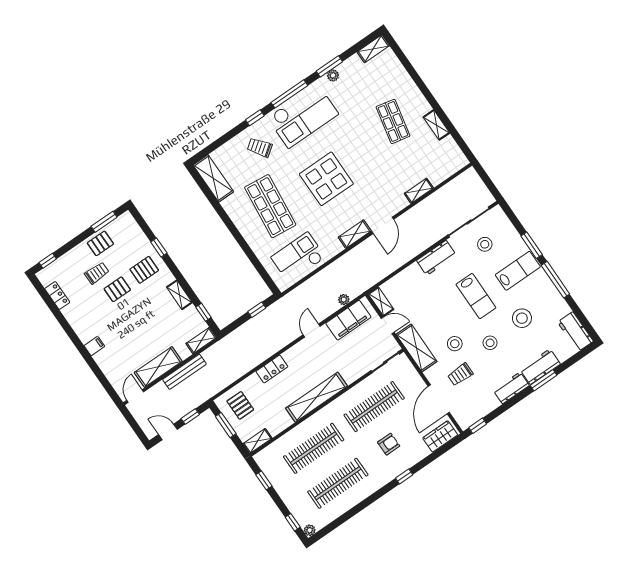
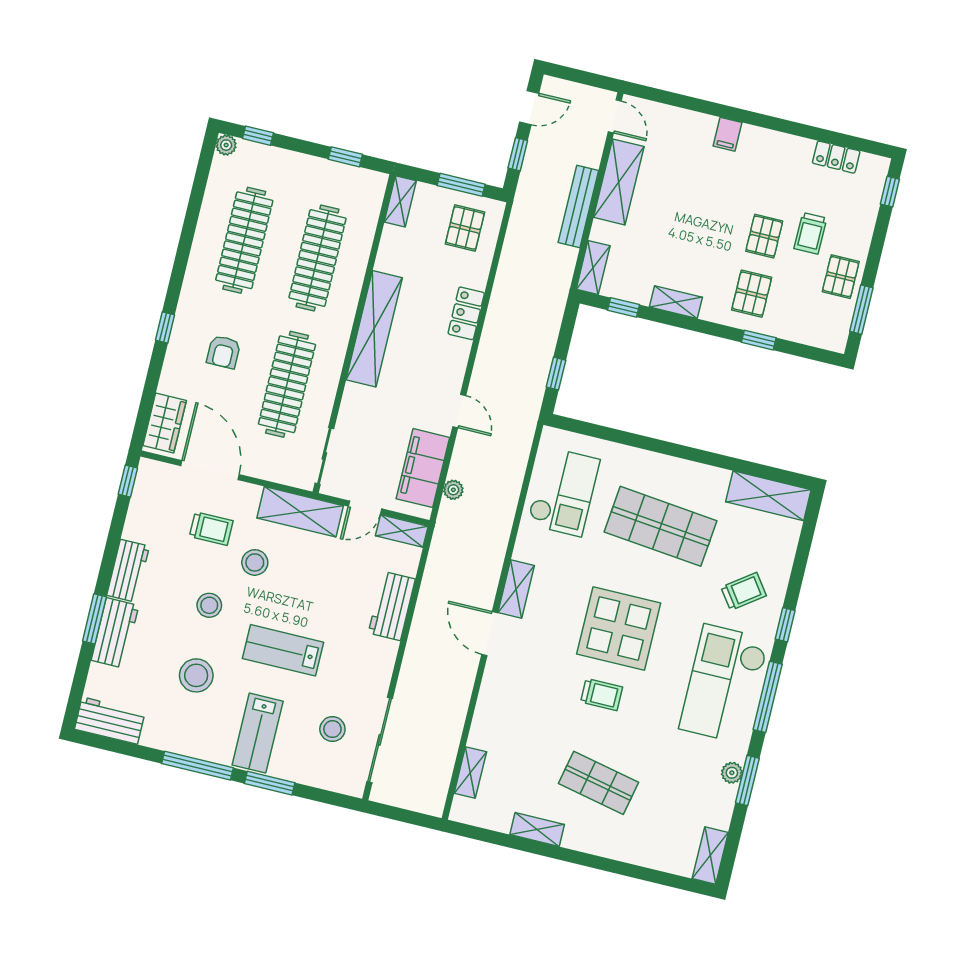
trolley: (358, 157) -> (602, 695), added
shelving: (419, 191) -> (470, 772), moved
workbench: (436, 258) -> (392, 606), moved
trolley: (460, 374) -> (211, 529), turned 90
pallet: (240, 405) -> (465, 228), turned 90

